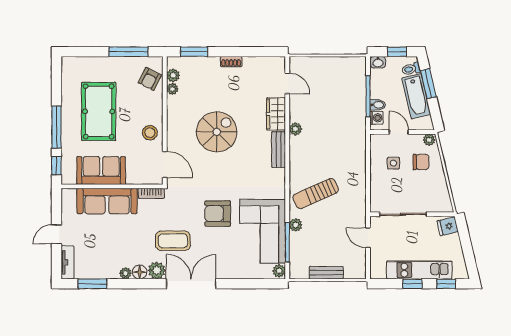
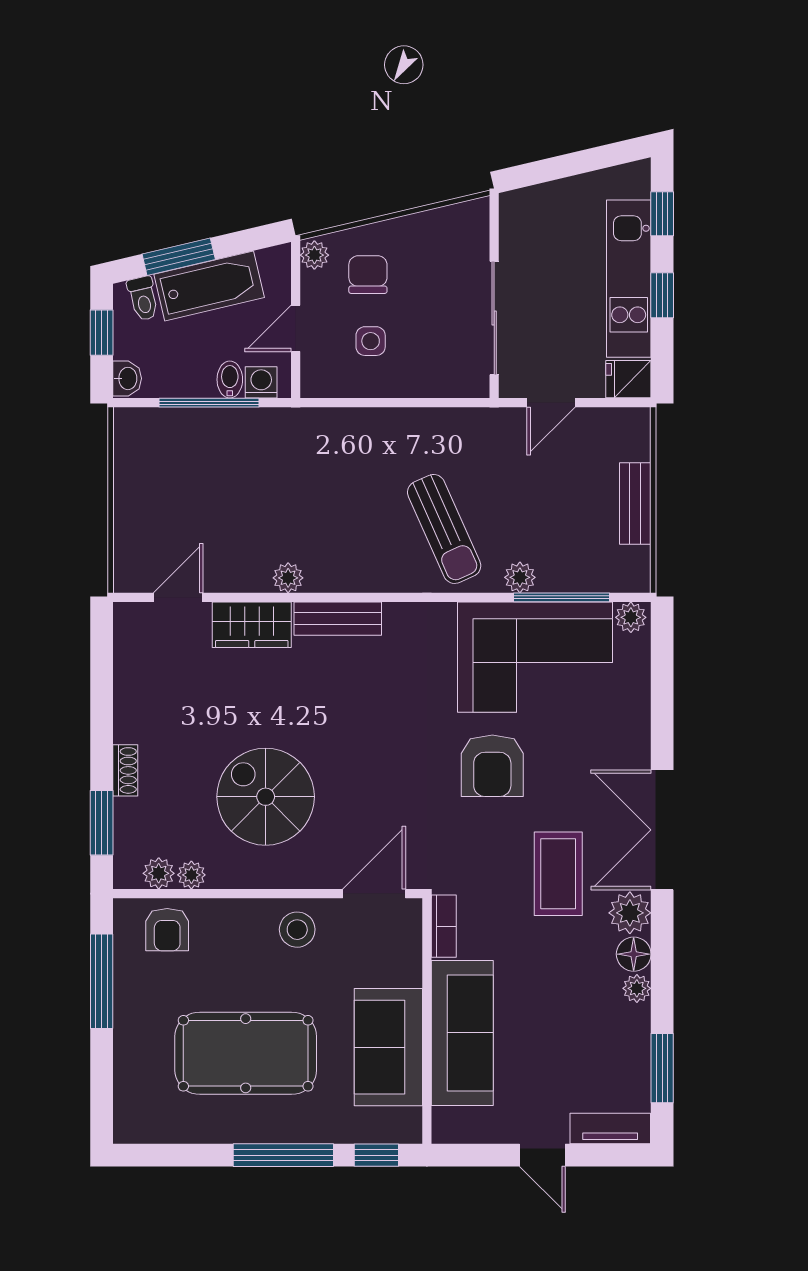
shoe rack: (231, 62) -> (125, 770), moved
armchair: (150, 79) -> (167, 930), turned 63
spiral stairs: (217, 132) -> (266, 797), moved
fridge: (448, 226) -> (628, 379), moved, turned 103

